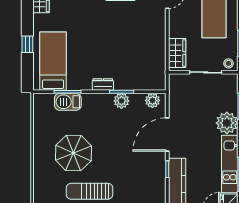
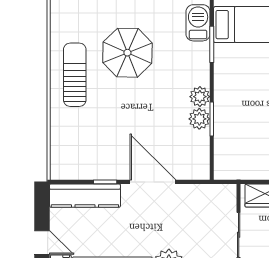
dresser: (103, 84) -> (222, 93), removed
plant: (152, 100) -> (200, 97), moved
barbecue: (68, 102) -> (198, 23), moved

